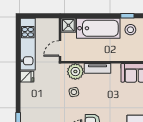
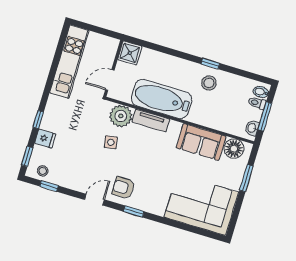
bathtub: (98, 28) -> (162, 99), moved, turned 180
fridge: (27, 77) -> (45, 139), moved
window: (18, 91) -> (38, 120), added

